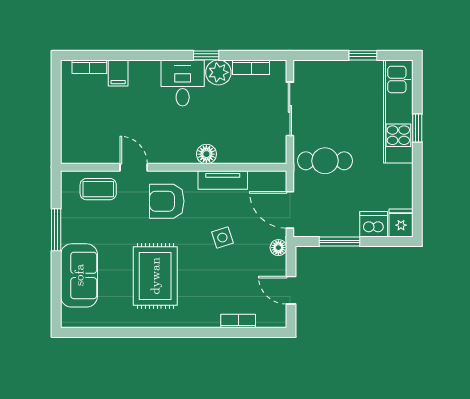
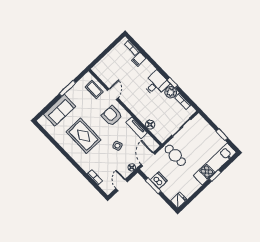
floor lamp: (206, 154) -> (150, 125), moved
dishwasher: (374, 224) -> (159, 180), moved
rug: (155, 276) -> (83, 136), turned 90

